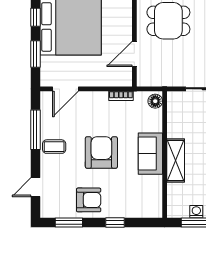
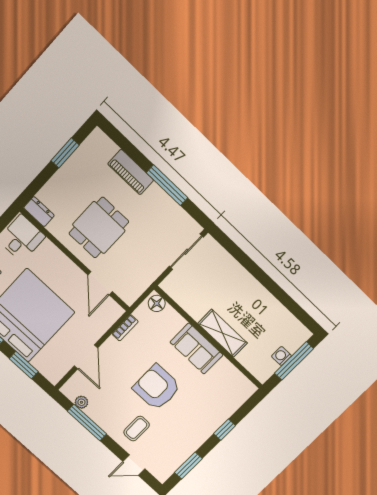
door: (66, 89) -> (86, 357), moved
plant: (46, 114) -> (81, 402), added
coffee table: (54, 147) -> (137, 429), moved
door: (35, 187) -> (134, 465), hinge flipped
armchair: (89, 200) -> (185, 433), removed

